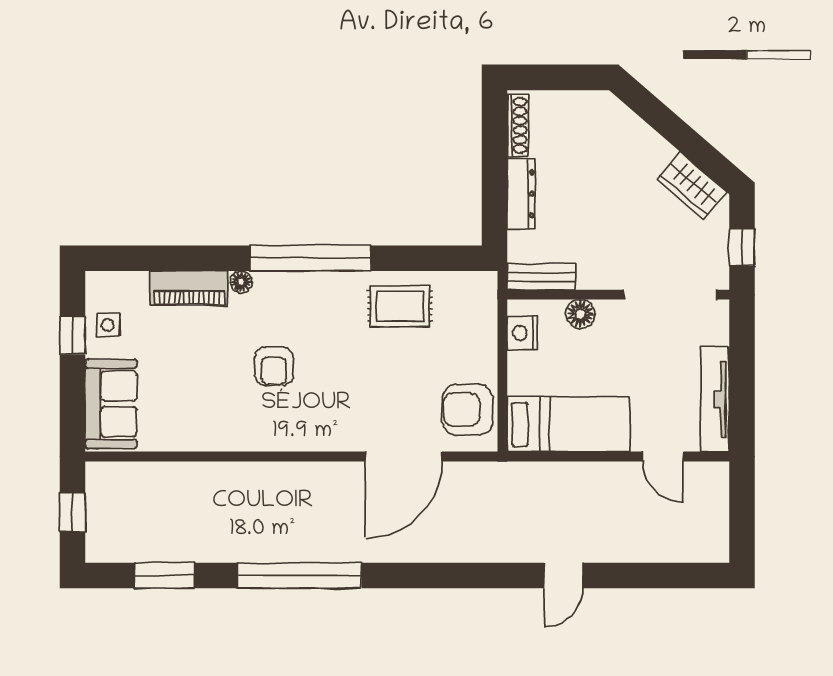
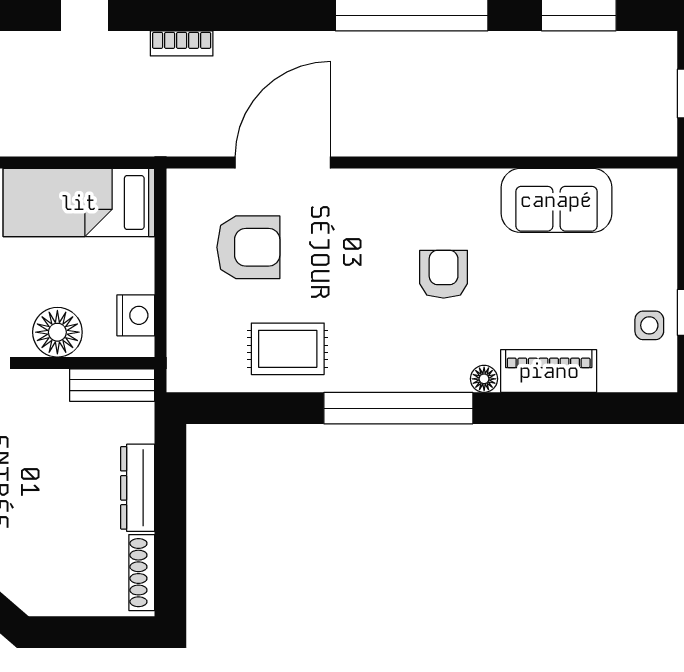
floor lamp: (580, 314) -> (57, 332), width x1.38, depth x1.38
sofa: (111, 404) -> (556, 200), moved, turned -90
armchair: (468, 410) -> (248, 247), moved
bookcase: (485, 553) -> (182, 43), added

